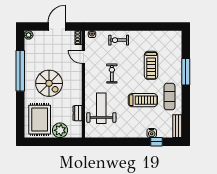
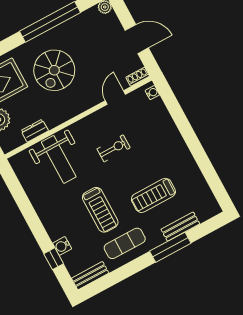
exercise bike: (119, 40) -> (164, 133), removed
bench: (177, 60) -> (180, 227), added
weight bench: (101, 108) -> (59, 159), turned 90

